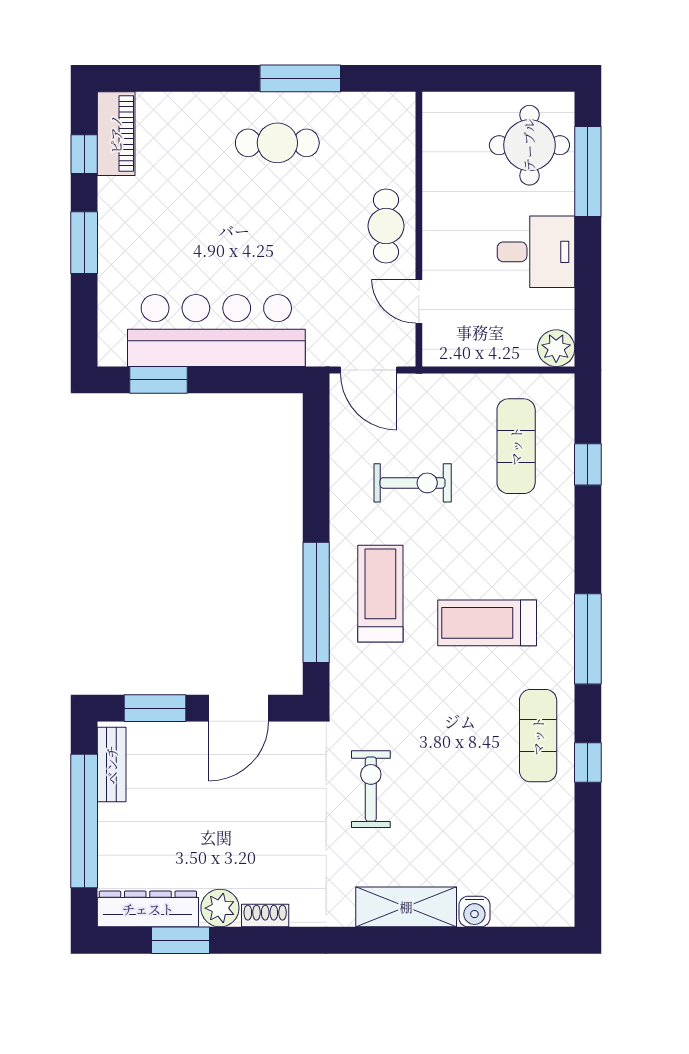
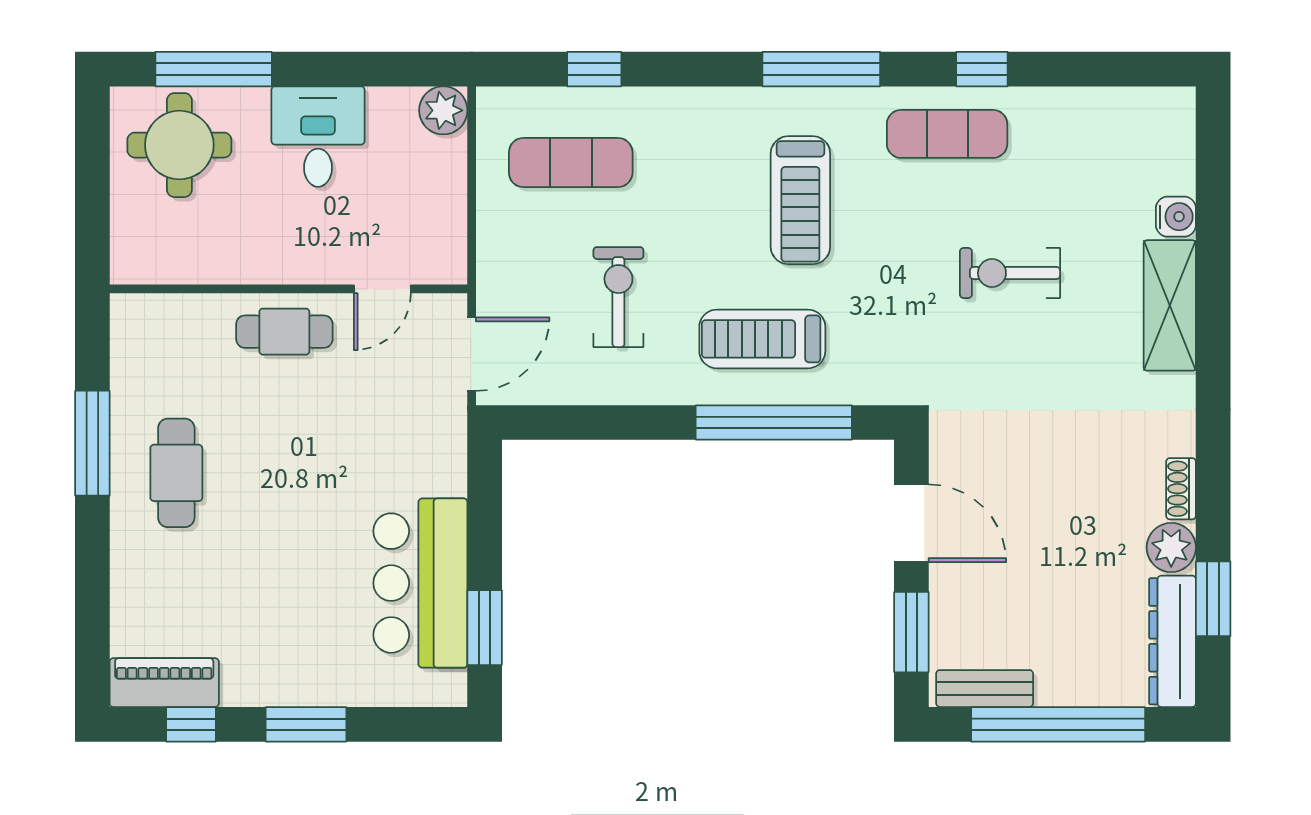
bar counter: (216, 331) -> (420, 583), width x0.73
exercise bike: (371, 789) -> (1010, 273), moved

